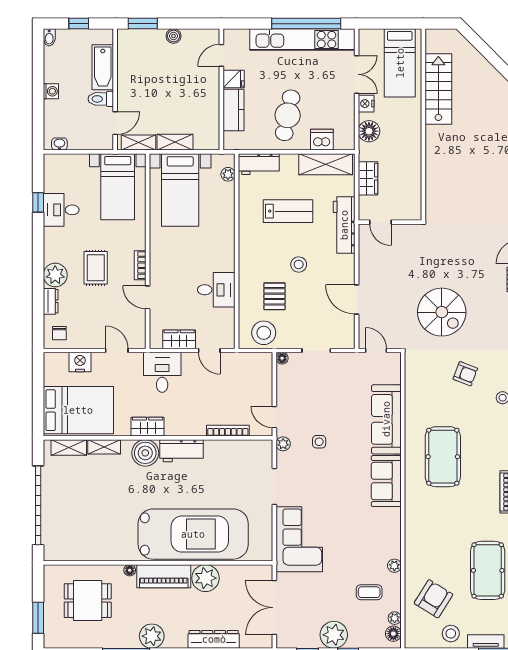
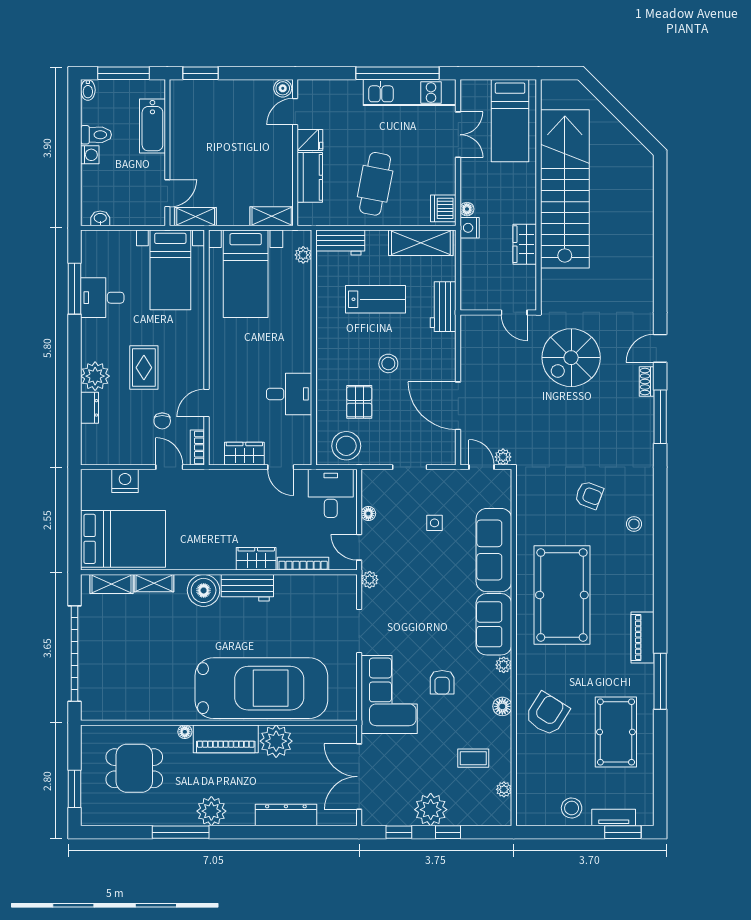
window: (79, 24) -> (124, 73), width x2.17
boiler: (174, 36) -> (283, 88), moved
kitchen unit: (302, 40) -> (410, 93), width x0.73
stairs: (438, 89) -> (565, 189), width x1.86, depth x1.51
toilet: (101, 99) -> (96, 135), moved, turned 180
nightstand: (366, 104) -> (470, 228), moved
floor lamp: (369, 131) -> (467, 209), width x0.53, depth x0.53
dishwasher: (322, 140) -> (443, 208), moved, turned -90
shelving: (175, 142) -> (272, 216), moved
wardrobe: (368, 178) -> (525, 244), moved, turned 180
window: (38, 202) -> (75, 289), width x2.17
door: (380, 222) -> (514, 312), moved
workbench: (344, 225) -> (443, 307), width x0.73
bookcase: (140, 265) -> (197, 447), moved
door: (148, 297) -> (207, 403), hinge flipped
door: (357, 300) -> (458, 406), width x1.36
spiral stairs: (442, 312) -> (571, 358), moved, turned 90
chair: (59, 333) -> (162, 421), moved
plant: (394, 342) -> (503, 457), added
floor lamp: (282, 358) -> (368, 514), moved
desk: (162, 372) -> (331, 493), moved
wardrobe: (148, 427) -> (256, 559), moved
side table: (319, 442) -> (434, 523), moved
pool table: (443, 457) -> (562, 595), width x1.36, depth x1.32
armchair: (343, 529) -> (442, 682), added
plant: (394, 566) -> (504, 665), moved
armchair: (433, 599) -> (547, 714), moved
floor lamp: (393, 634) -> (502, 706), moved

